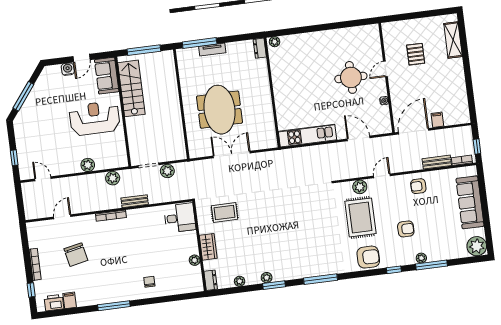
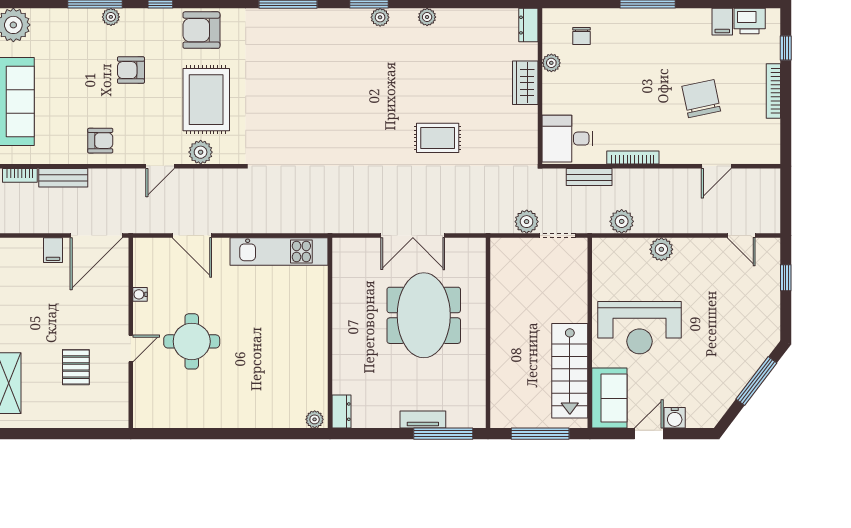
desk: (180, 218) -> (568, 139), moved
wall: (199, 246) -> (540, 86), moved
wardrobe: (208, 247) -> (525, 83), moved
plant: (195, 260) -> (551, 63), moved
dresser: (211, 280) -> (528, 25), moved

